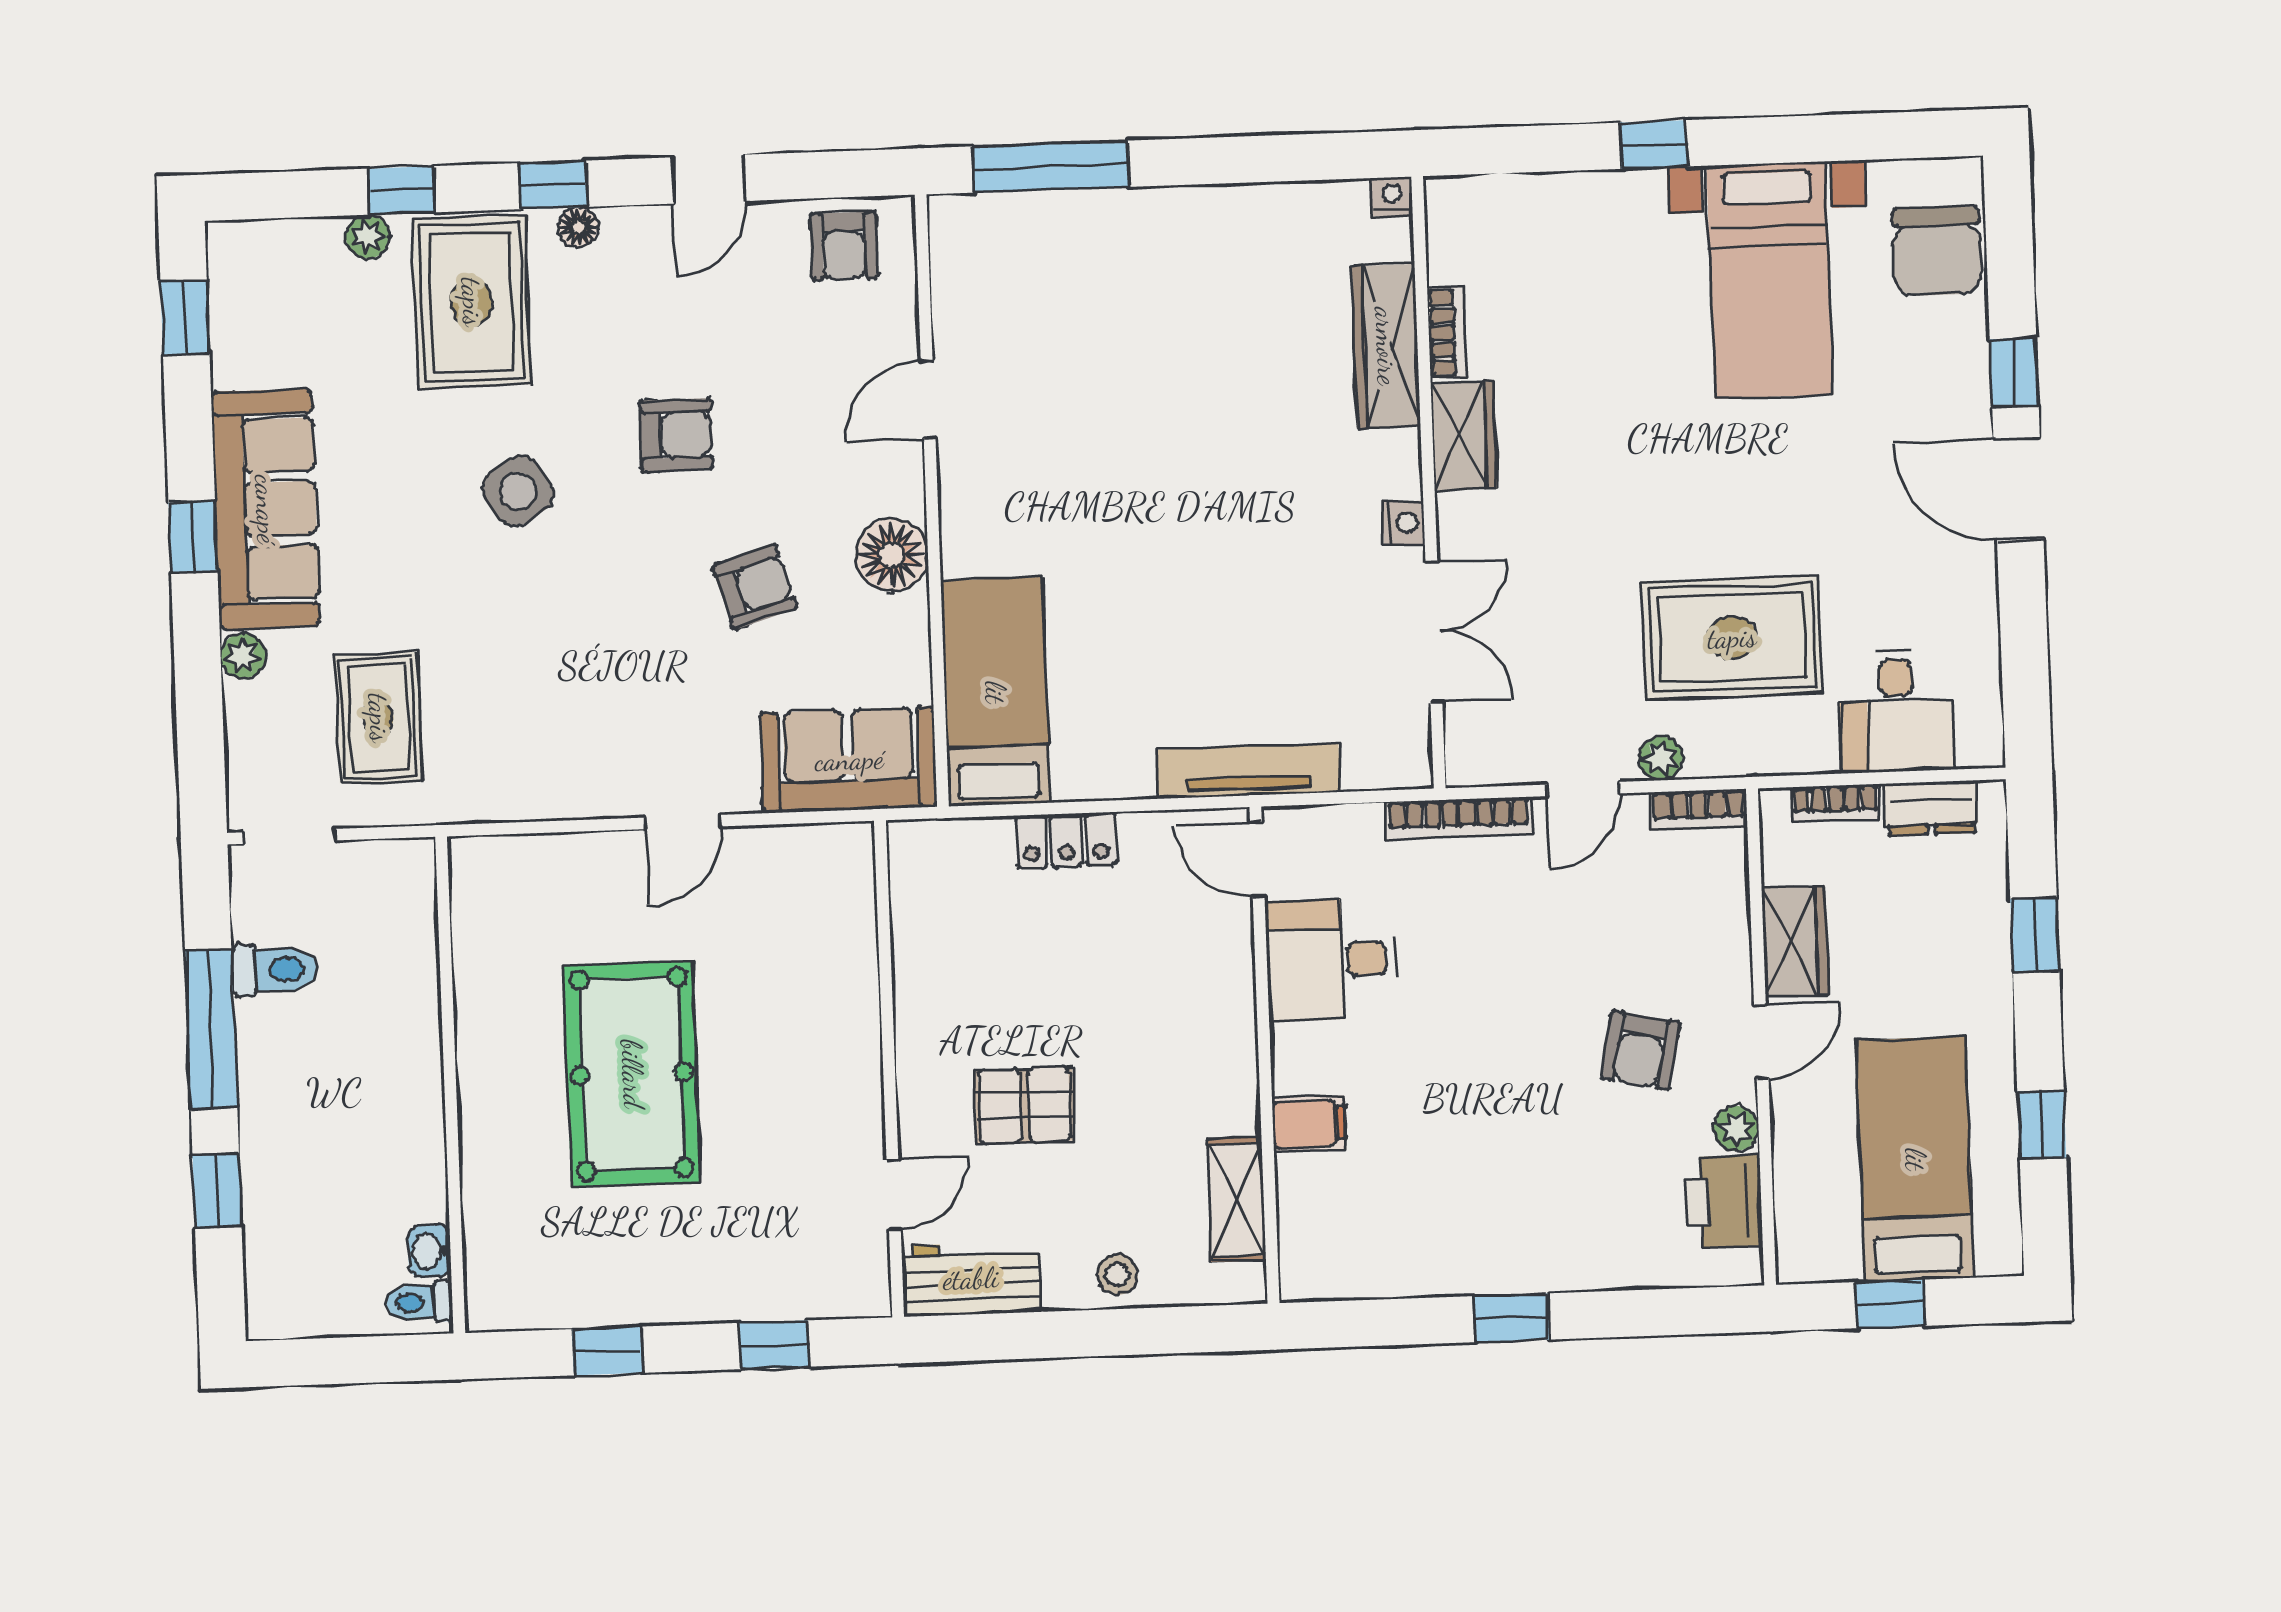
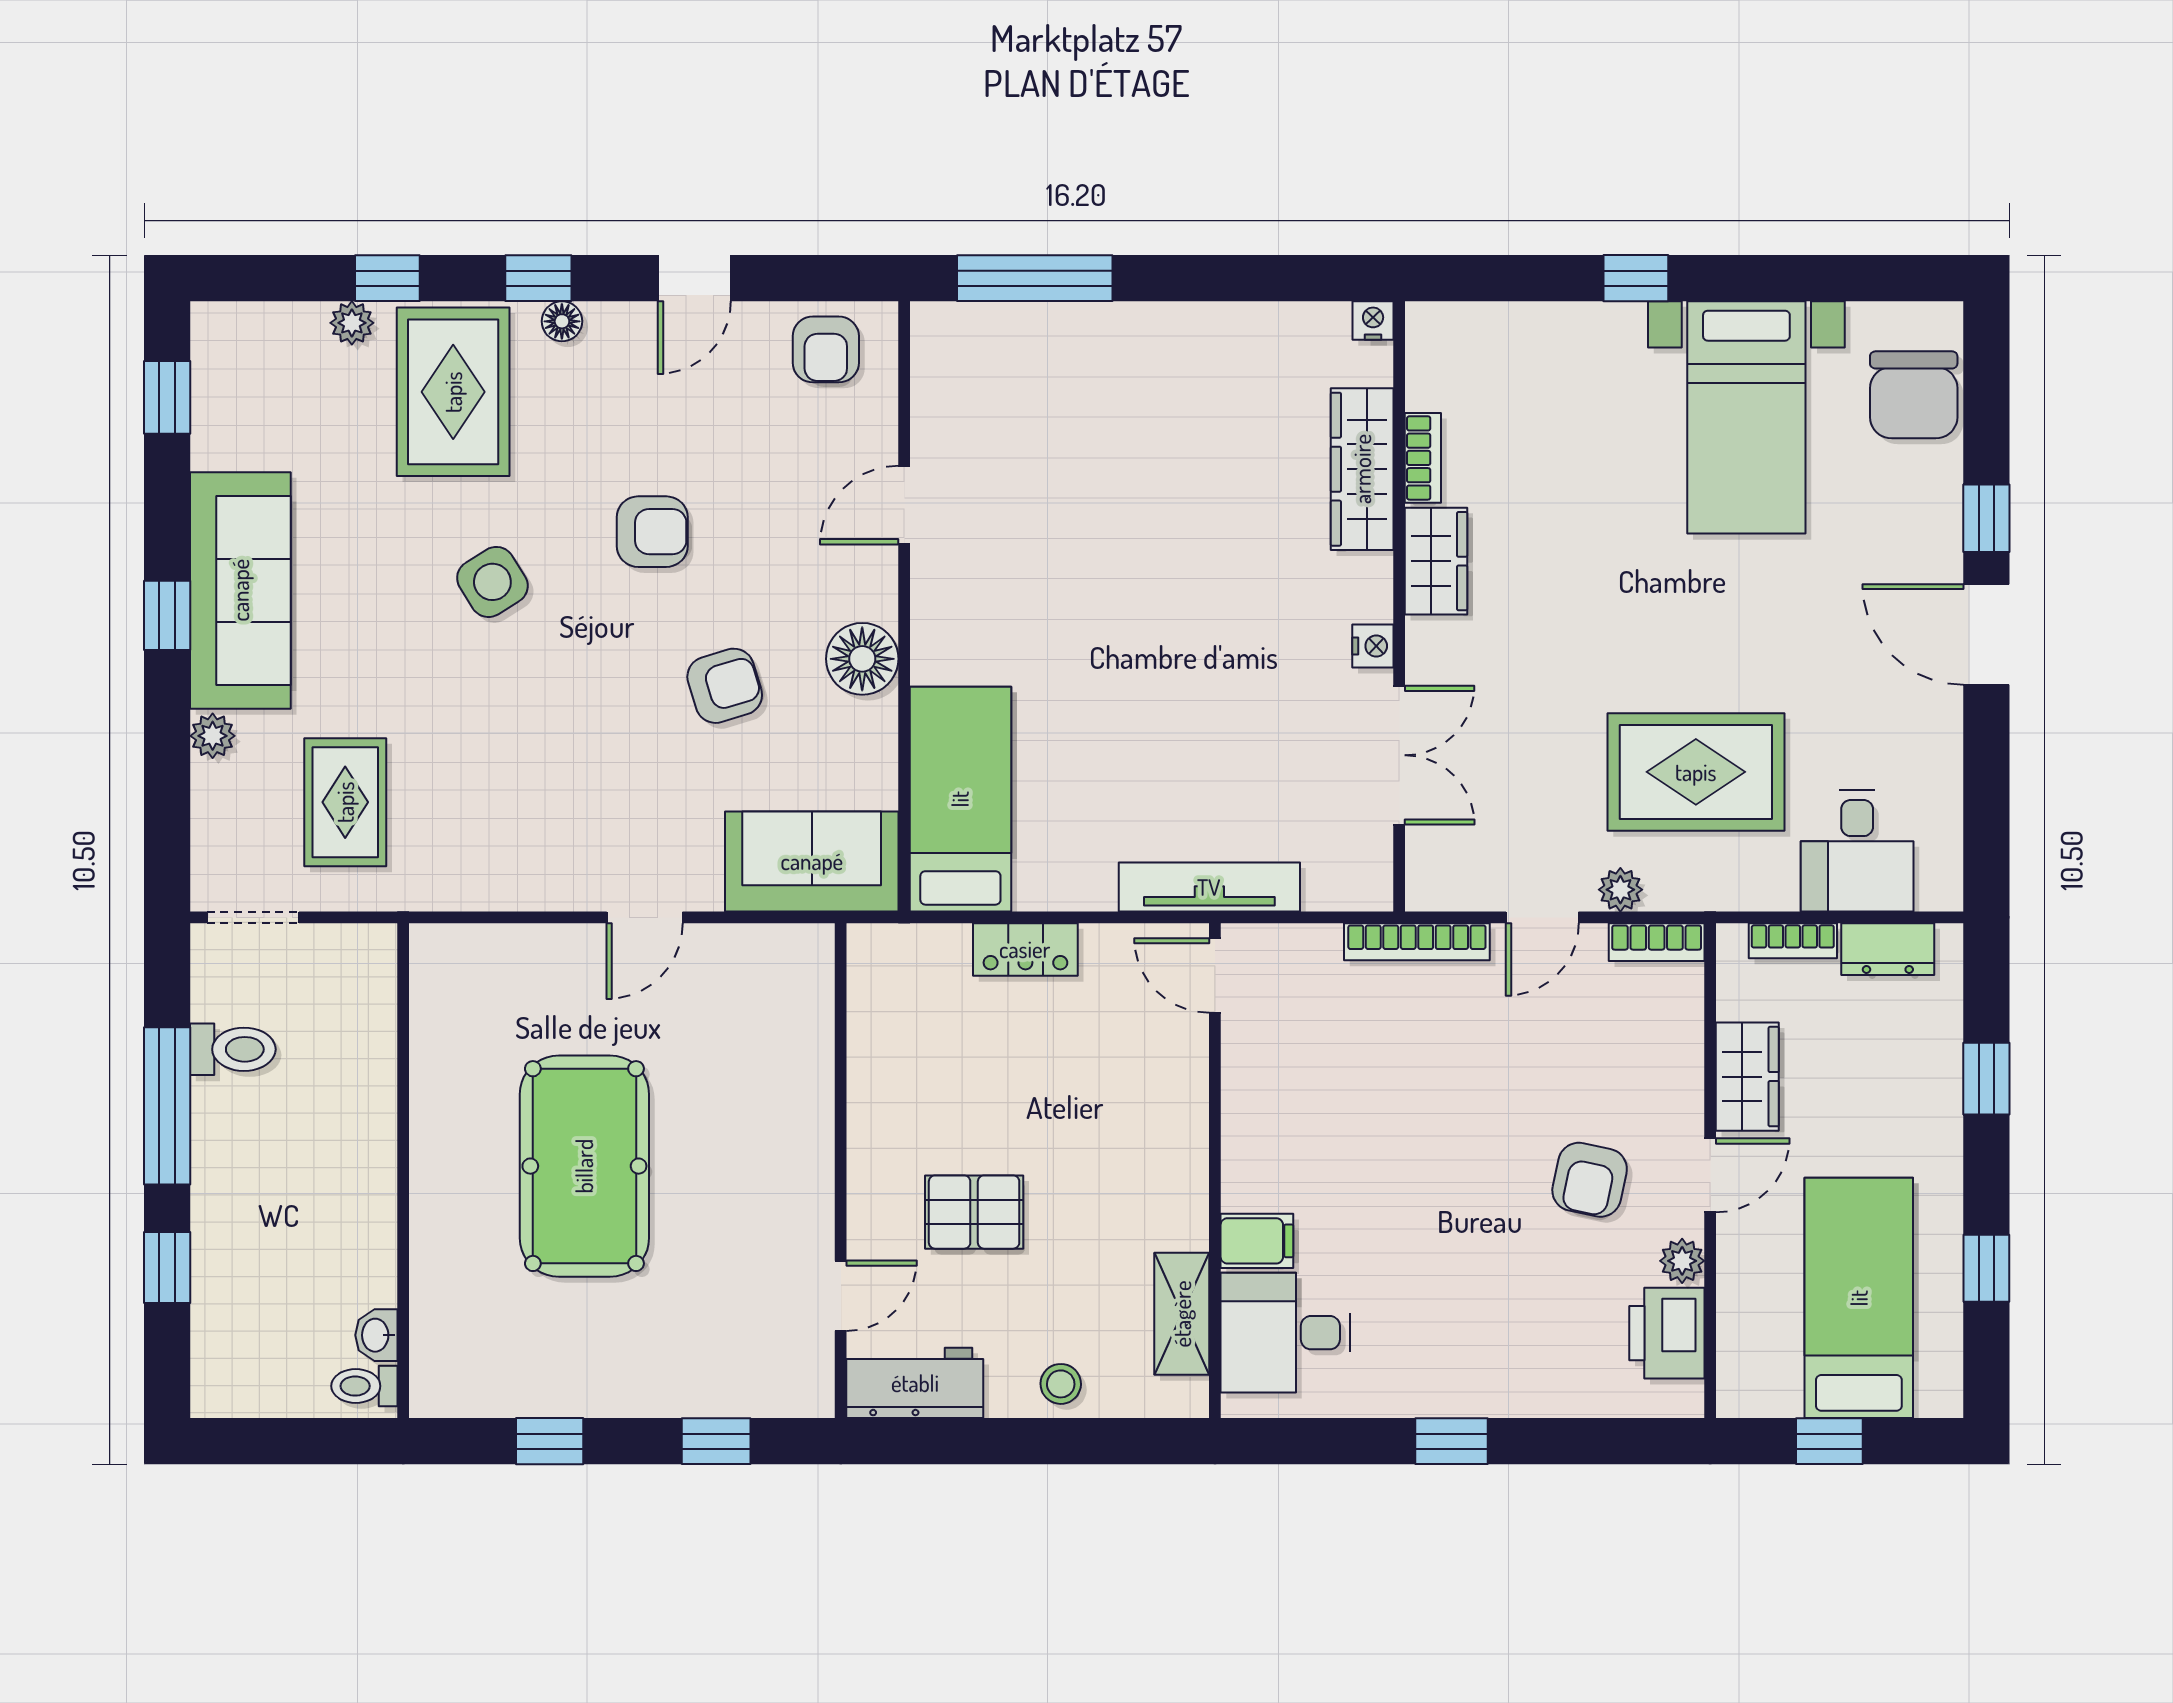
desk: (1332, 960) -> (1285, 1333), moved

